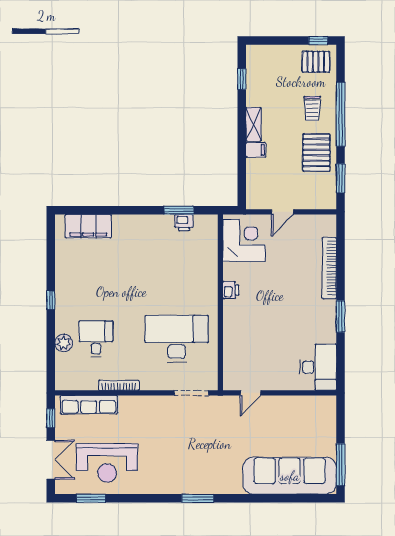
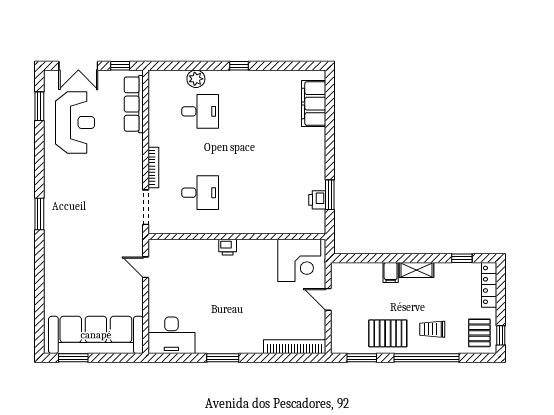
locker: (268, 52) -> (489, 285), added
bookcase: (329, 268) -> (295, 347), moved
printer: (231, 290) -> (228, 247), moved
desk: (177, 339) -> (200, 193), width x0.53, depth x0.77
bookcase: (119, 385) -> (153, 168), moved
reception desk: (107, 463) -> (75, 122), turned 180
window: (341, 465) -> (73, 358), width x0.69
sofa: (290, 476) -> (96, 335), moved, turned -90

